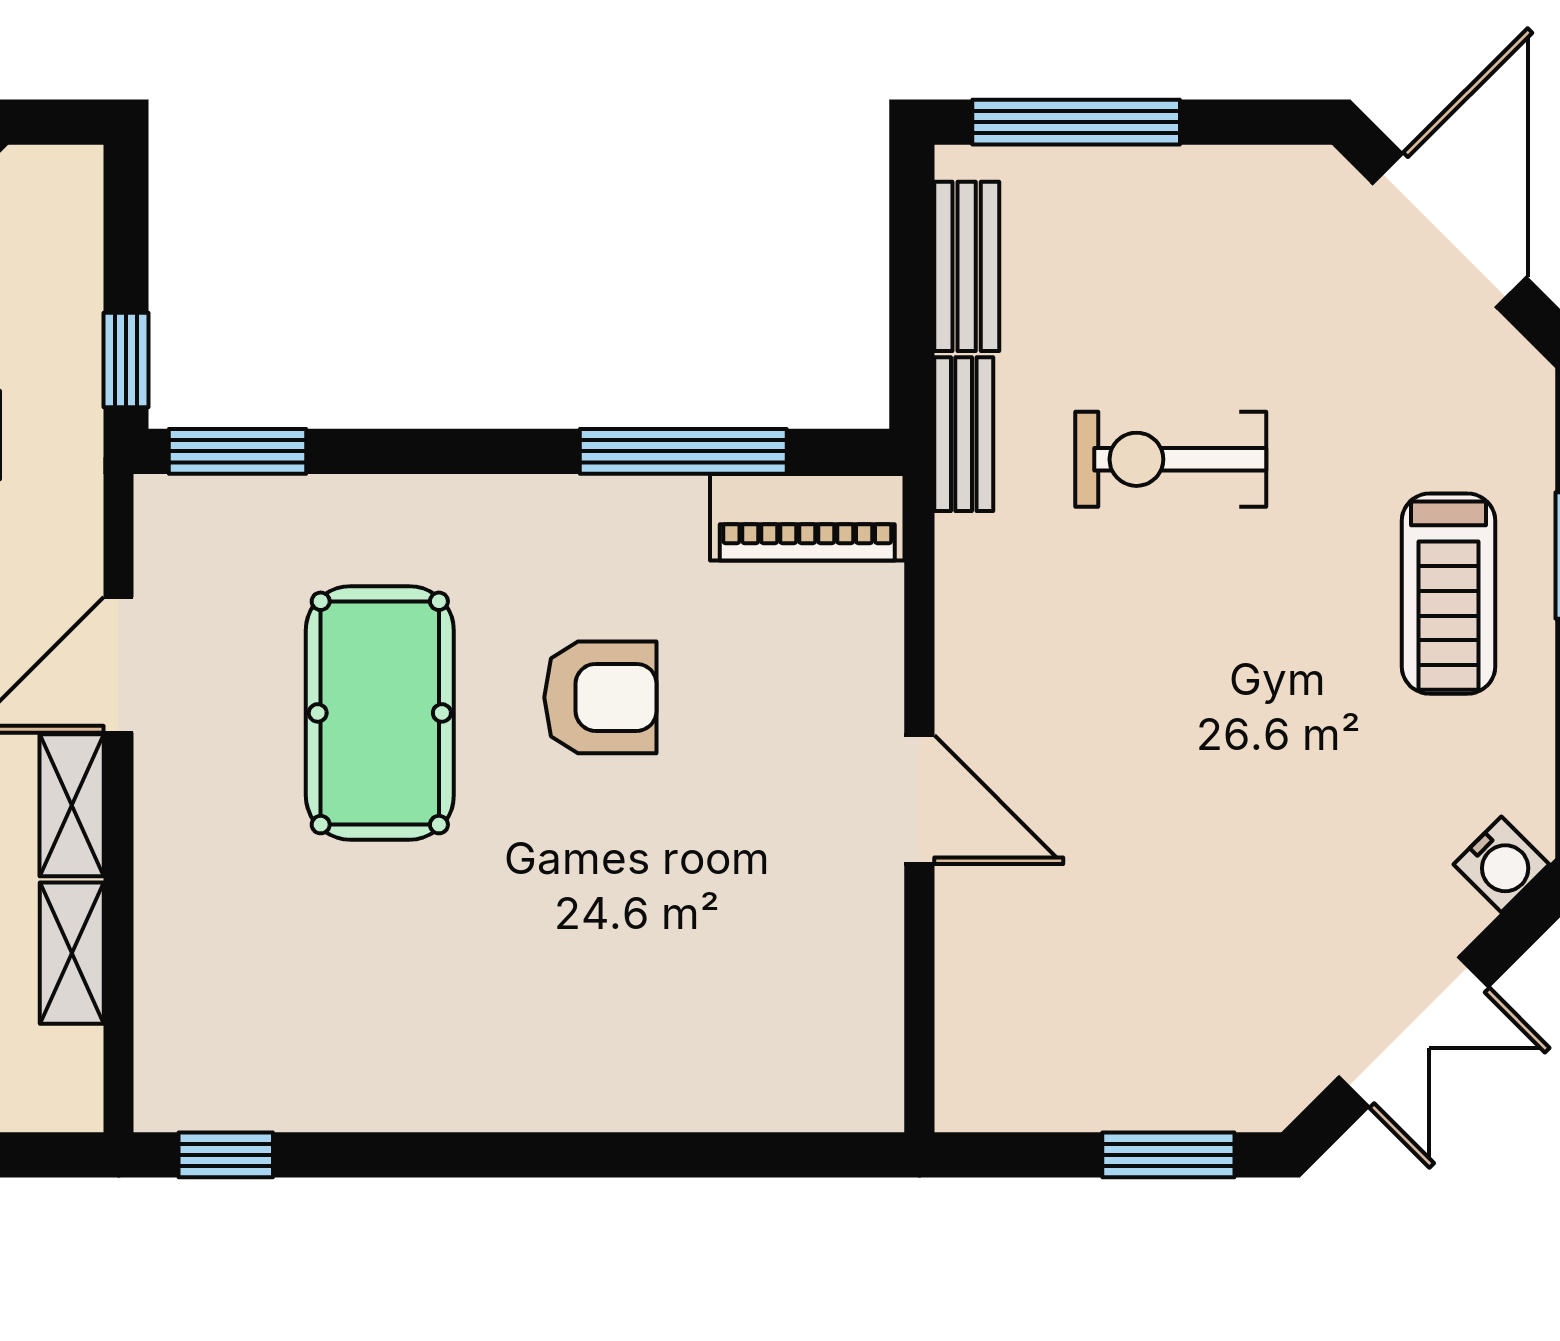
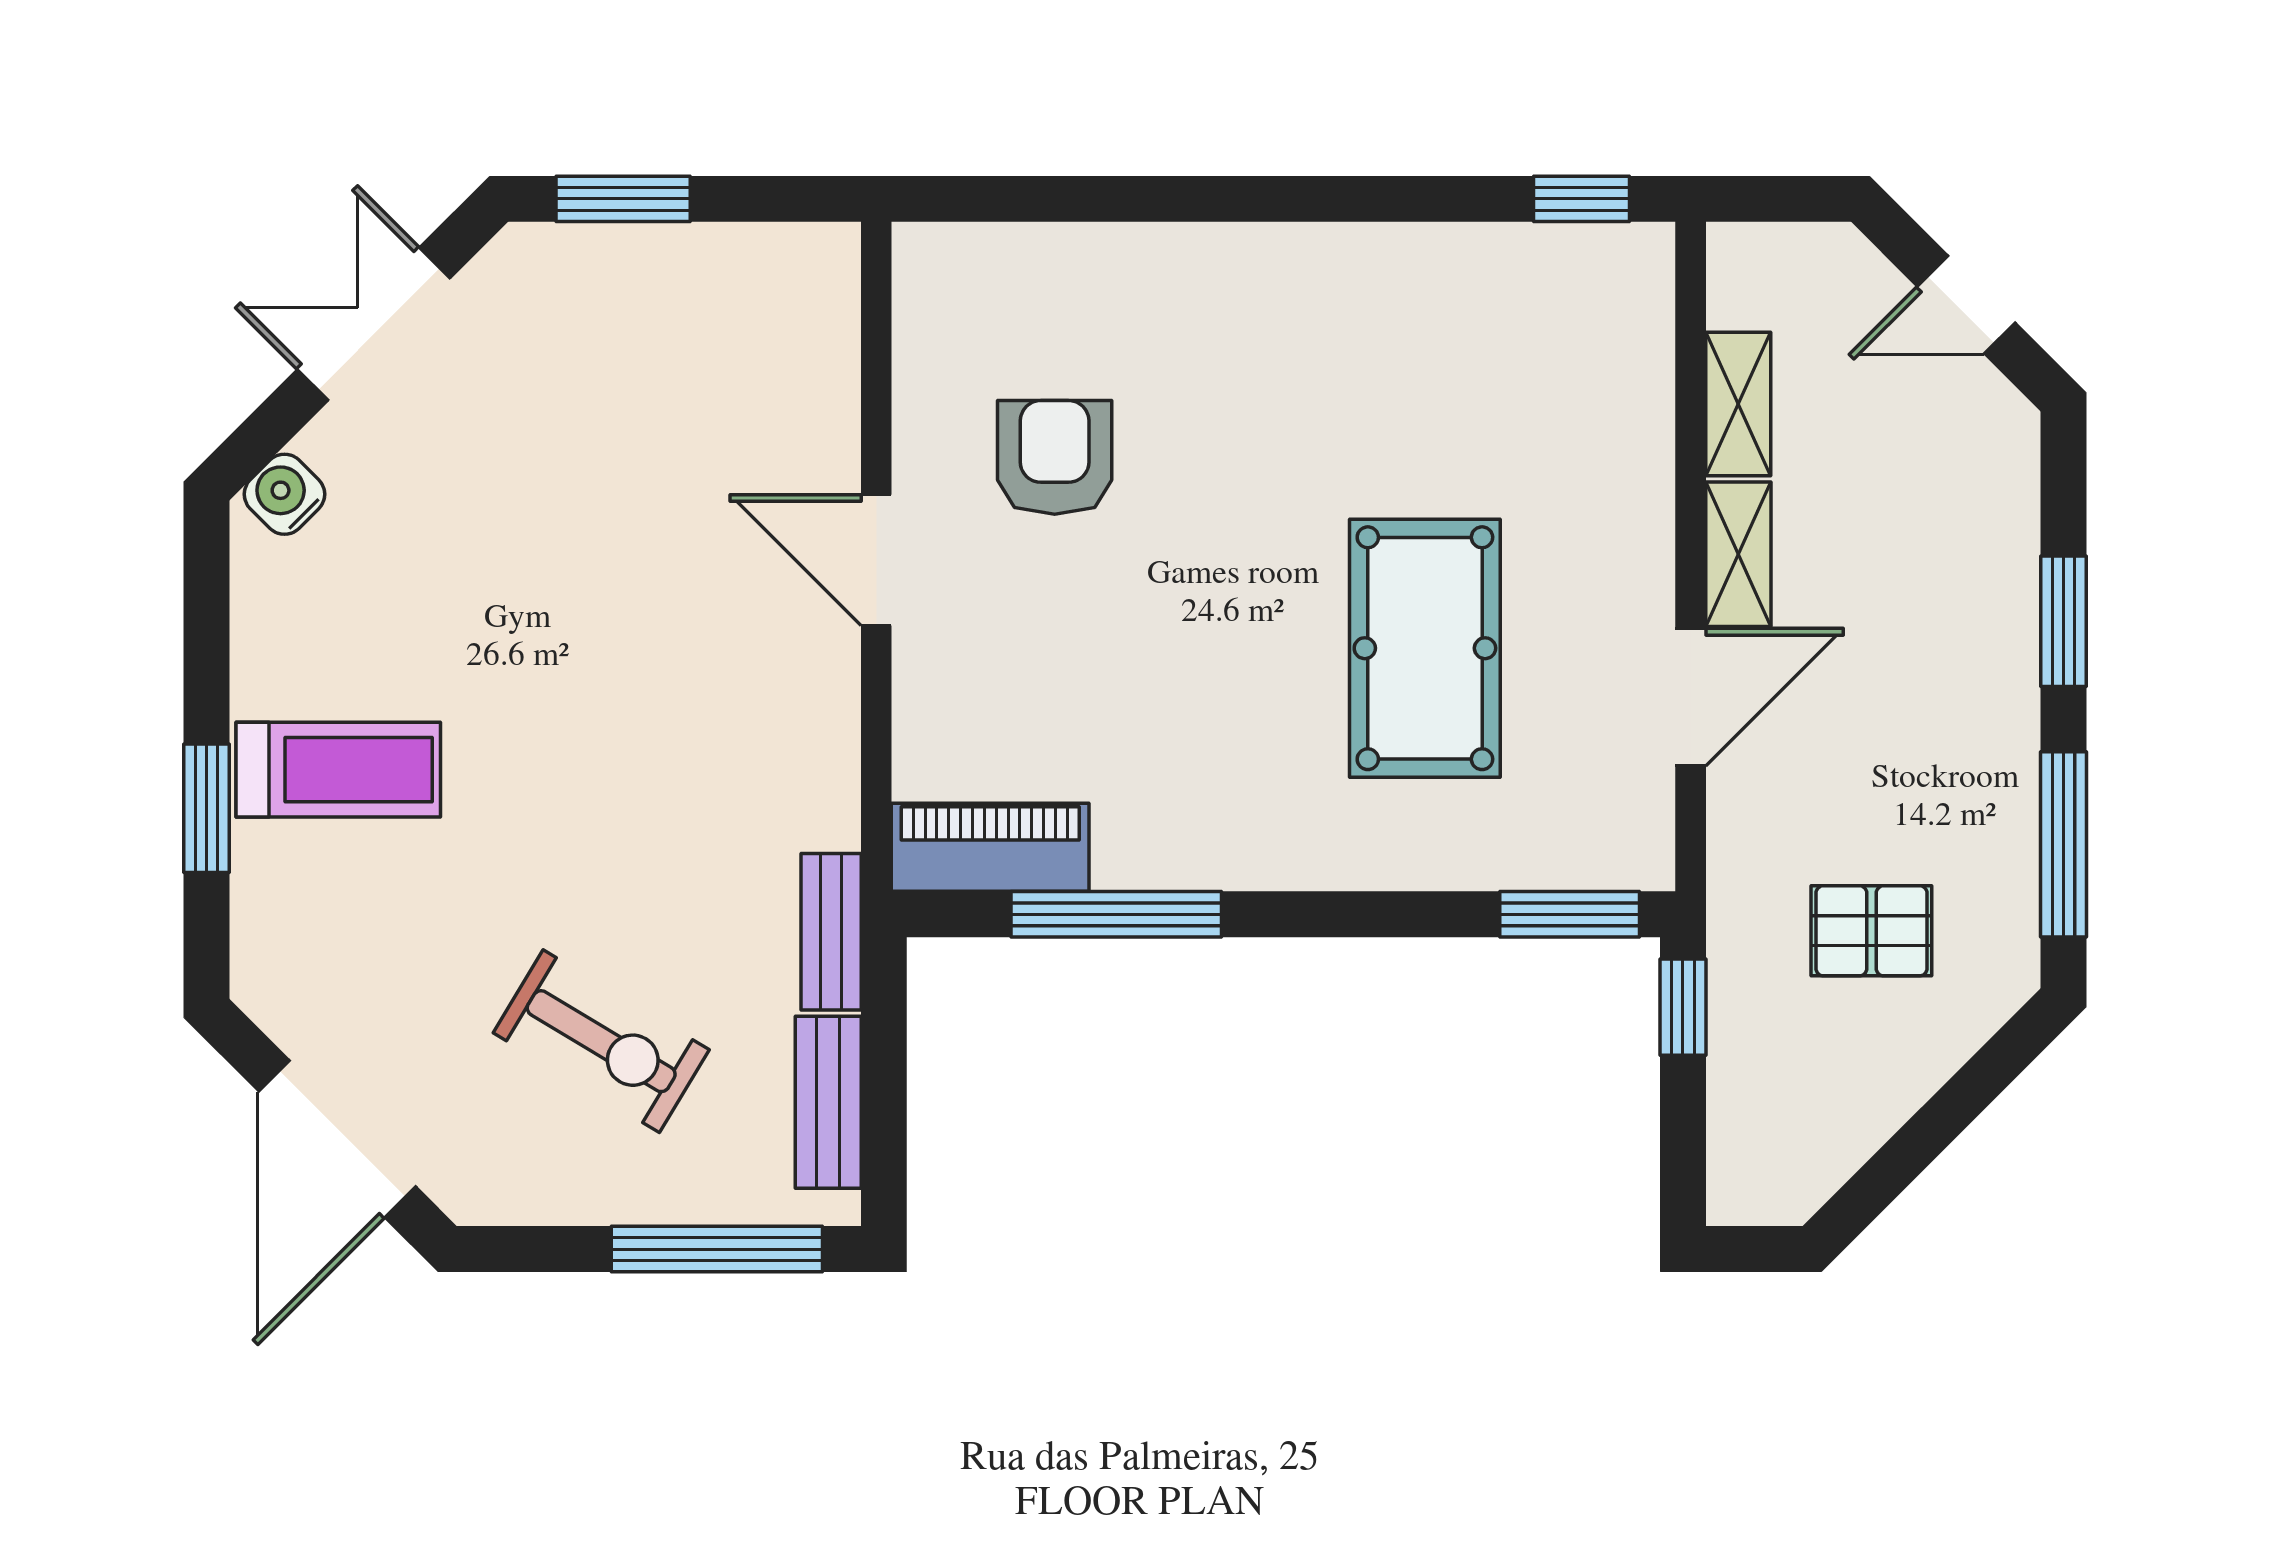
exercise bike: (1171, 459) -> (601, 1041), moved, turned 31
treadmill: (1448, 594) -> (338, 770), turned 90
armchair: (600, 697) -> (1055, 457), moved, turned 90

